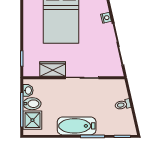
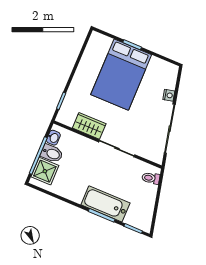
toilet: (123, 105) -> (151, 178), moved
bathtub: (77, 126) -> (105, 204), moved

